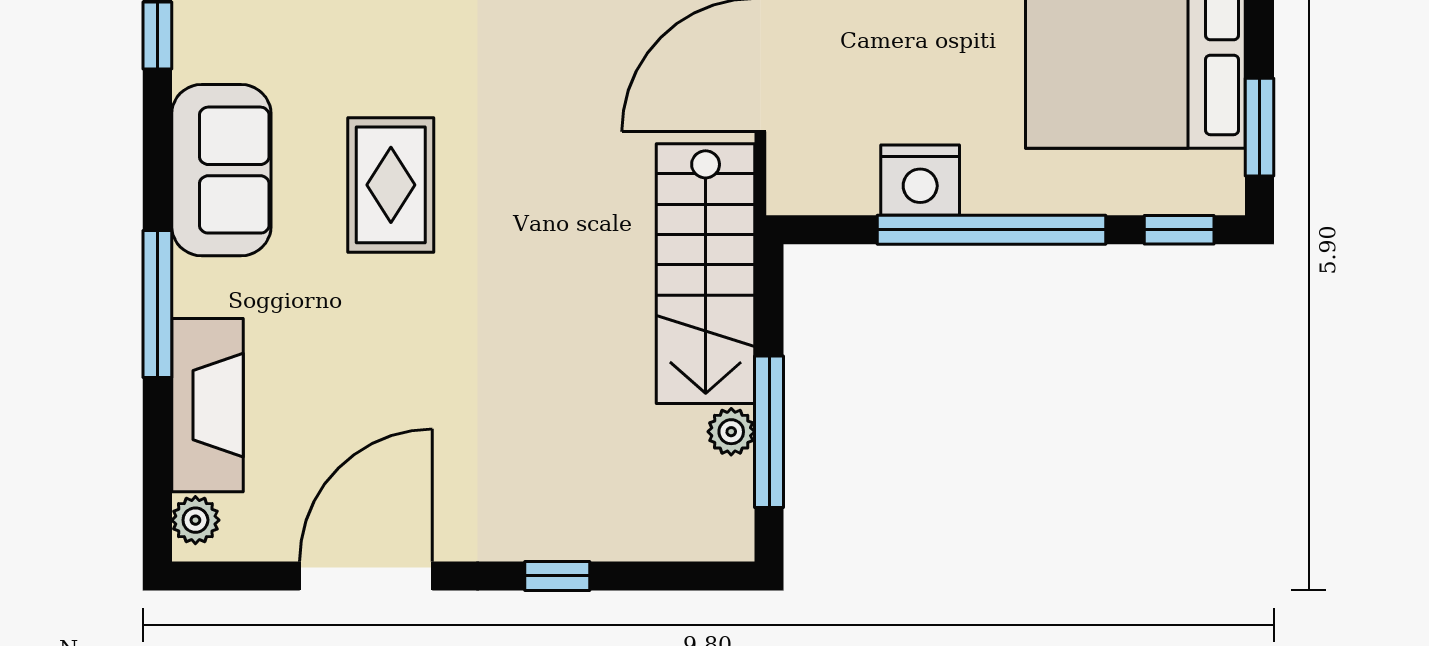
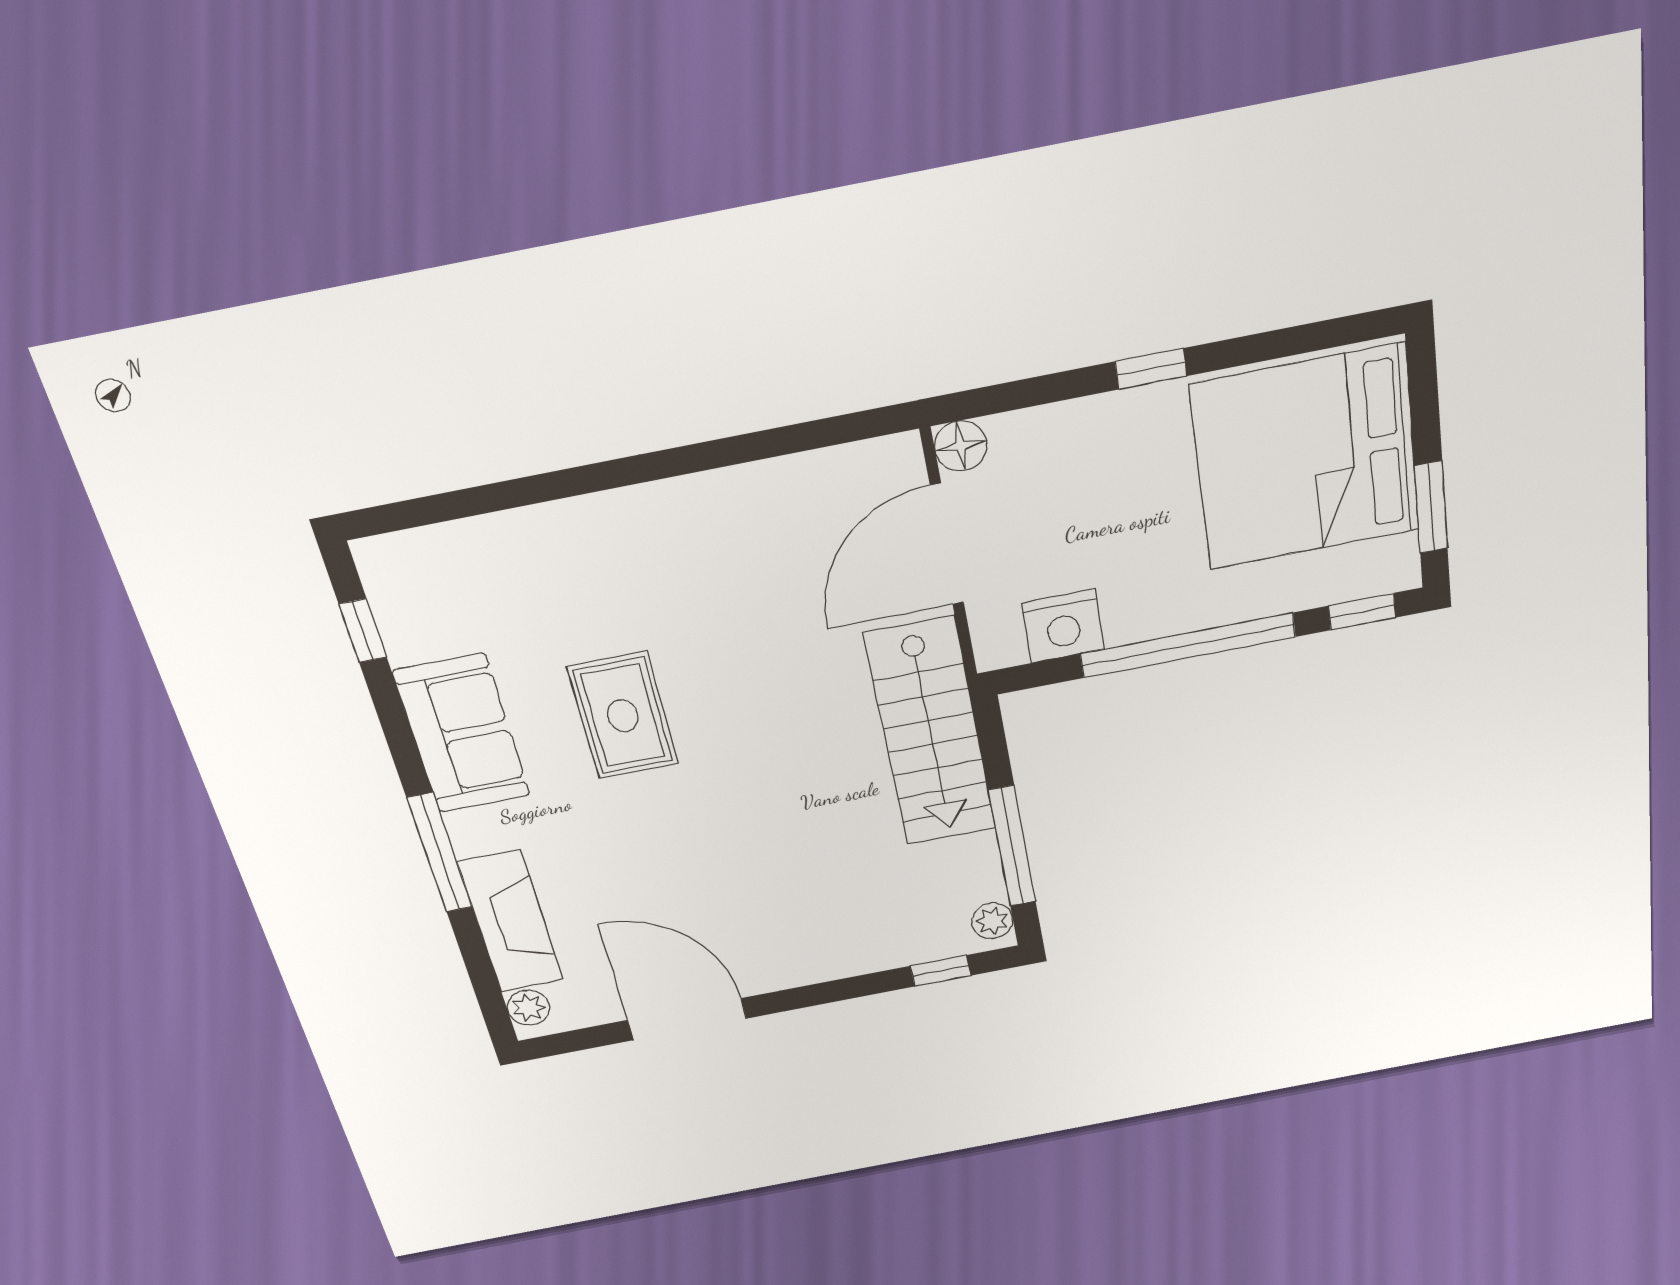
nightstand: (920, 180) -> (1063, 626), moved
plant: (731, 432) -> (992, 921), moved
door: (366, 576) -> (687, 1019), hinge flipped
window: (557, 576) -> (940, 971), moved

